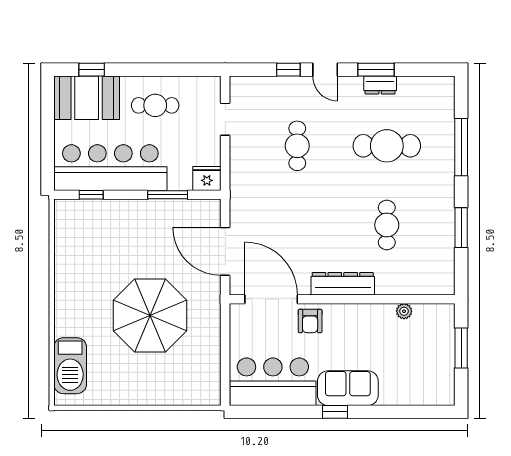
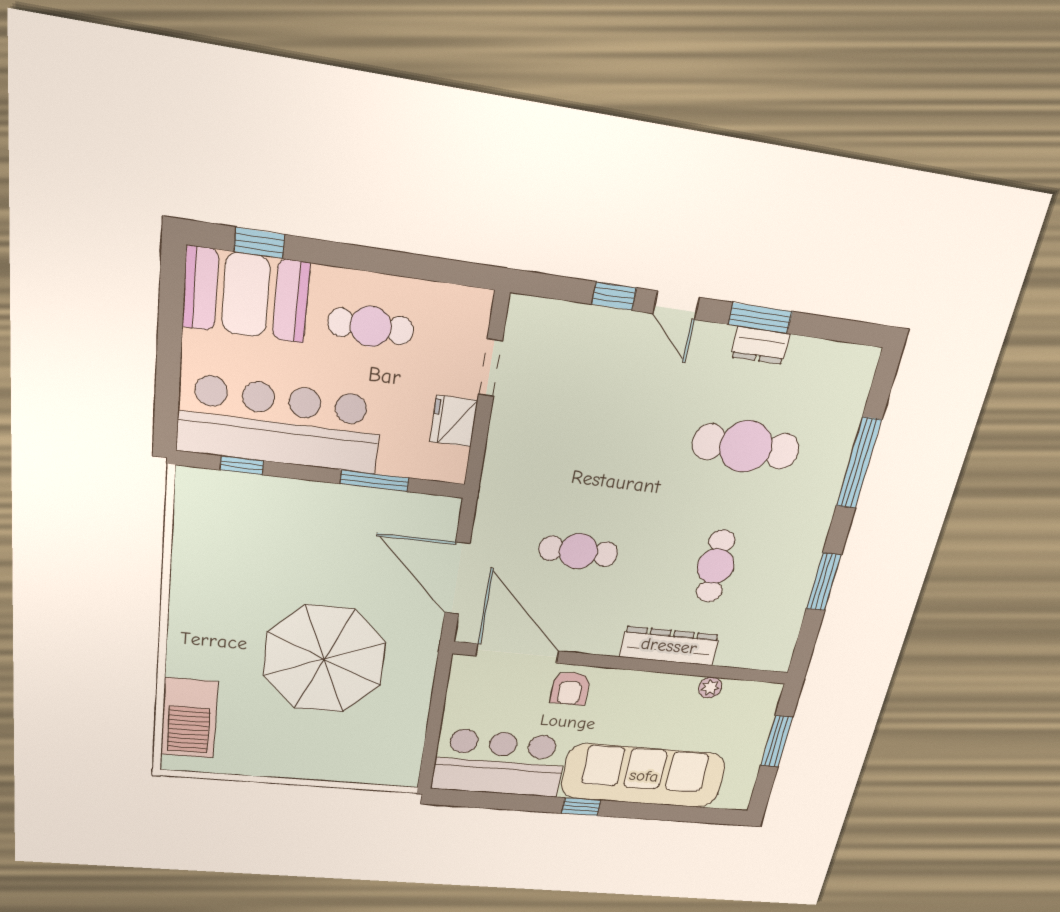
cafe table: (297, 146) -> (578, 551), moved, turned 90
fridge: (207, 179) -> (454, 421), moved, turned -90
dresser: (343, 284) -> (669, 646), moved
sofa: (348, 388) -> (644, 776), width x1.85, depth x1.27

